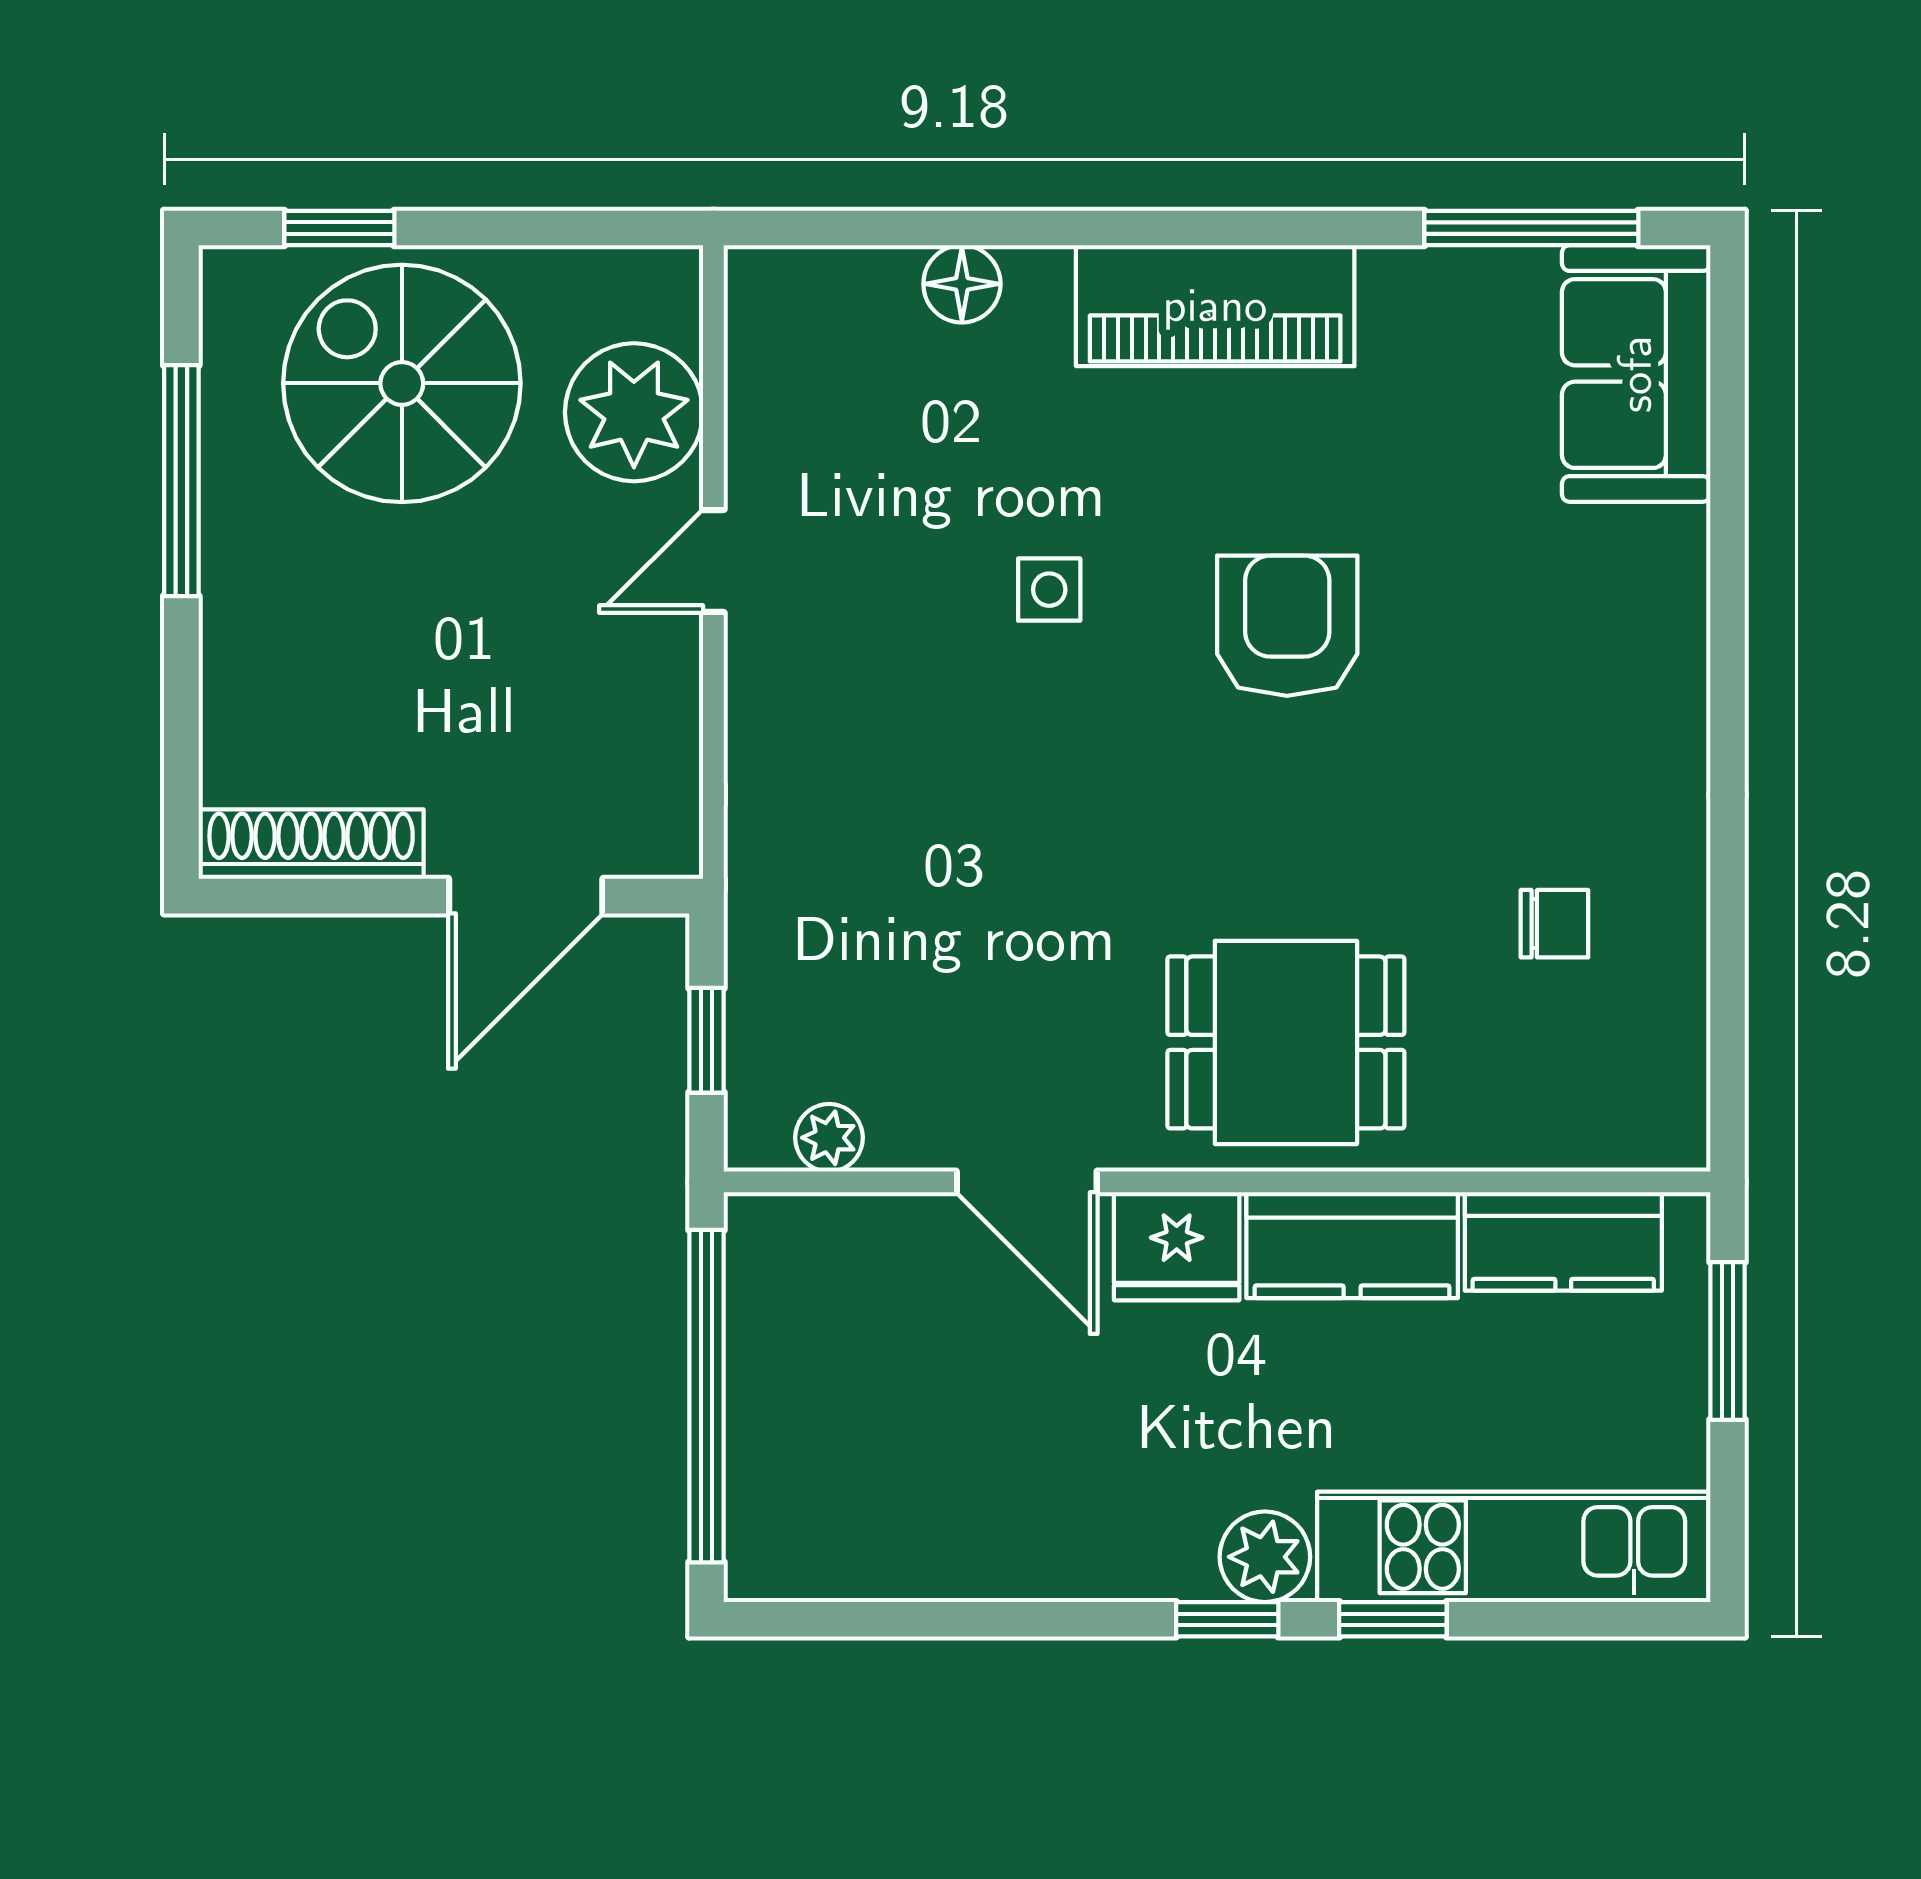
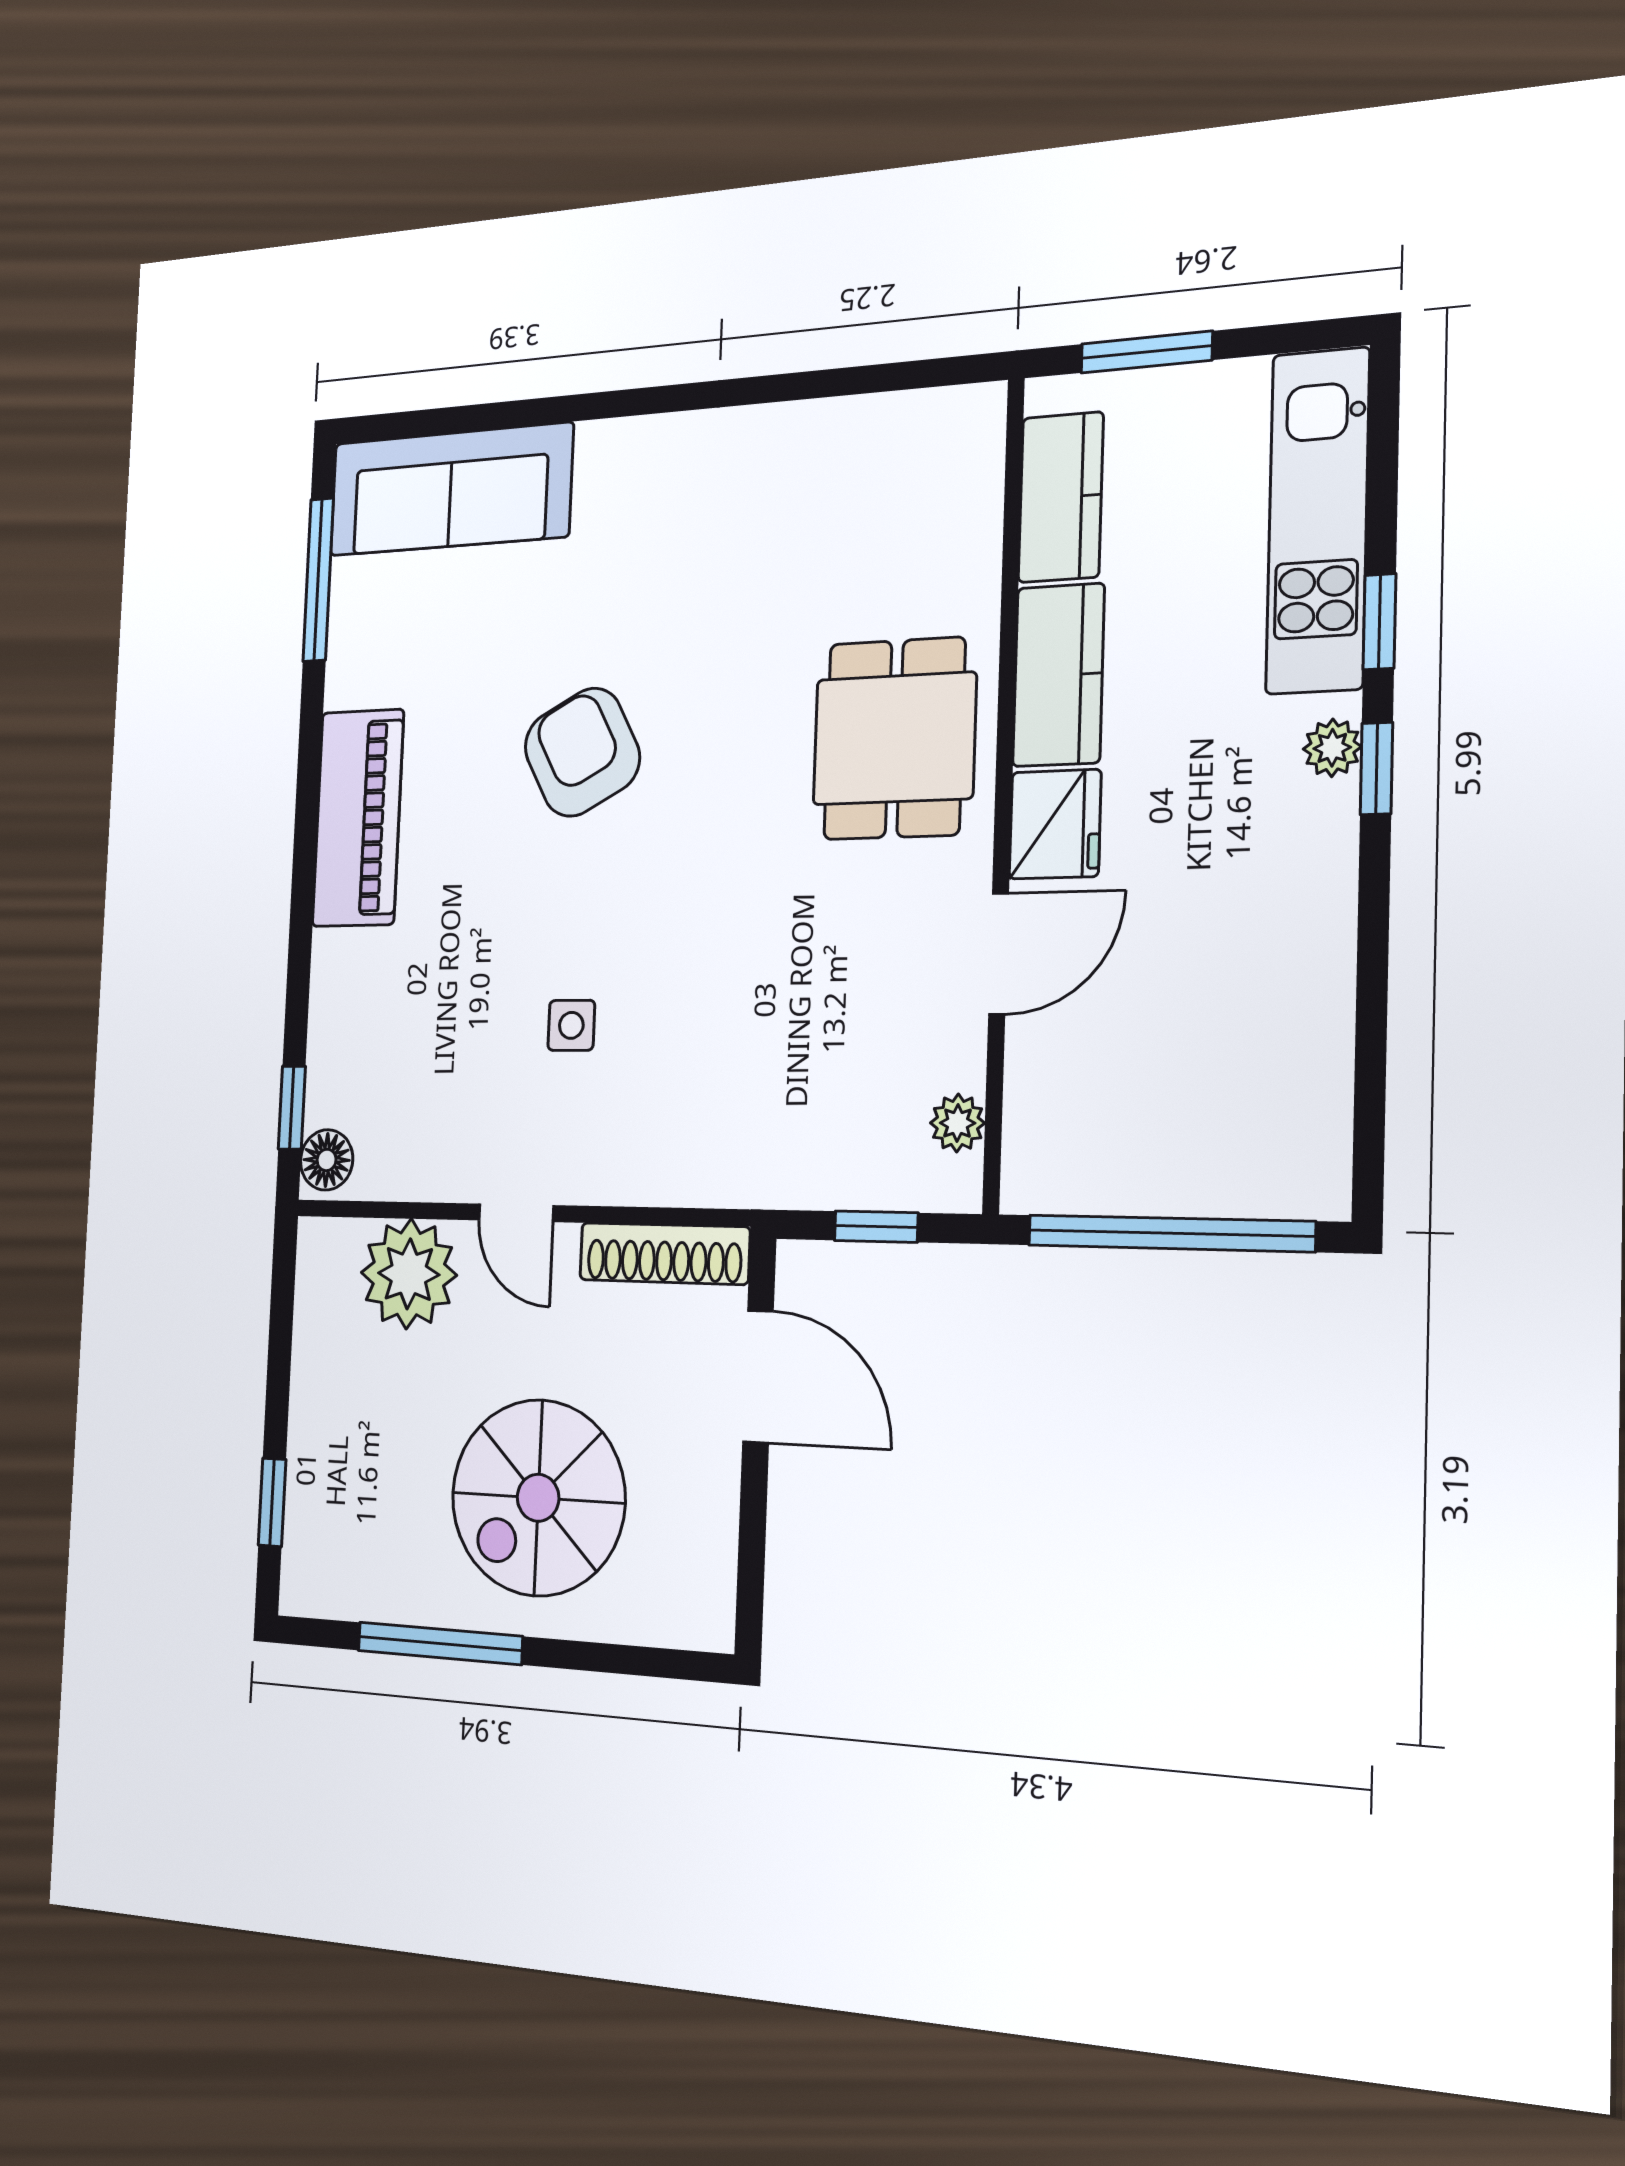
window: (842, 228) -> (292, 1108), added
floor lamp: (962, 284) -> (327, 1160), moved
sofa: (1636, 374) -> (450, 490), width x1.36
spiral stairs: (402, 383) -> (538, 1498), moved
side table: (1049, 590) -> (571, 1025), moved
armchair: (1287, 626) -> (582, 752), turned 62
shoe rack: (311, 844) -> (664, 1253), moved, turned -90
chair: (1554, 924) -> (810, 524), removed
plant: (1265, 1557) -> (1332, 748), width x0.73, depth x0.73

